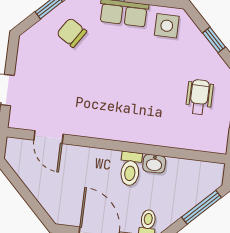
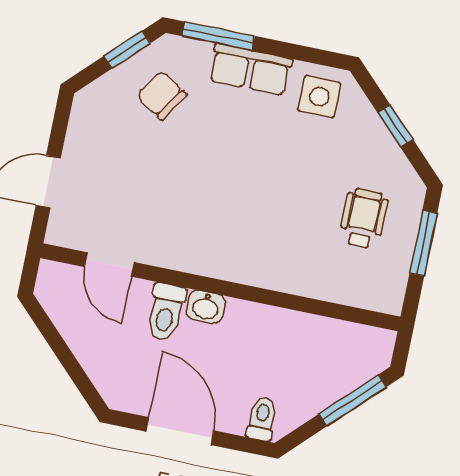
washbasin: (154, 164) -> (206, 307), moved
toilet: (130, 169) -> (166, 312), moved

